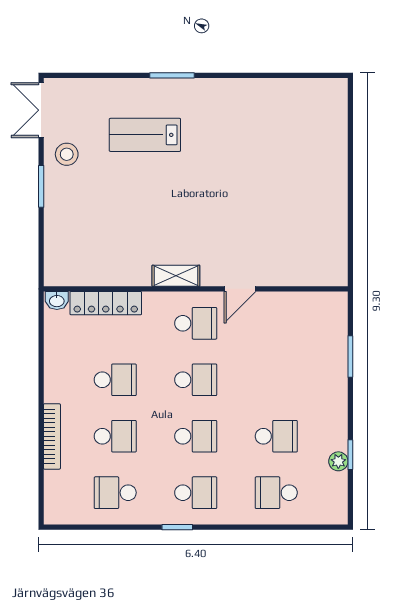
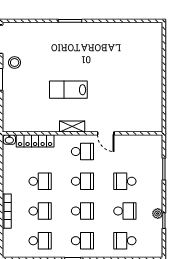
lab bench: (145, 135) -> (68, 90), moved
door: (240, 289) -> (106, 133), hinge flipped
school desk: (276, 380) -> (125, 181), added
plant: (338, 461) -> (158, 214), moved
school desk: (115, 493) -> (40, 241), turned 180

